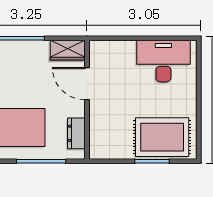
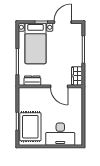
desk: (163, 61) -> (60, 134), moved, turned 90
door: (87, 84) -> (59, 86), swing flipped

